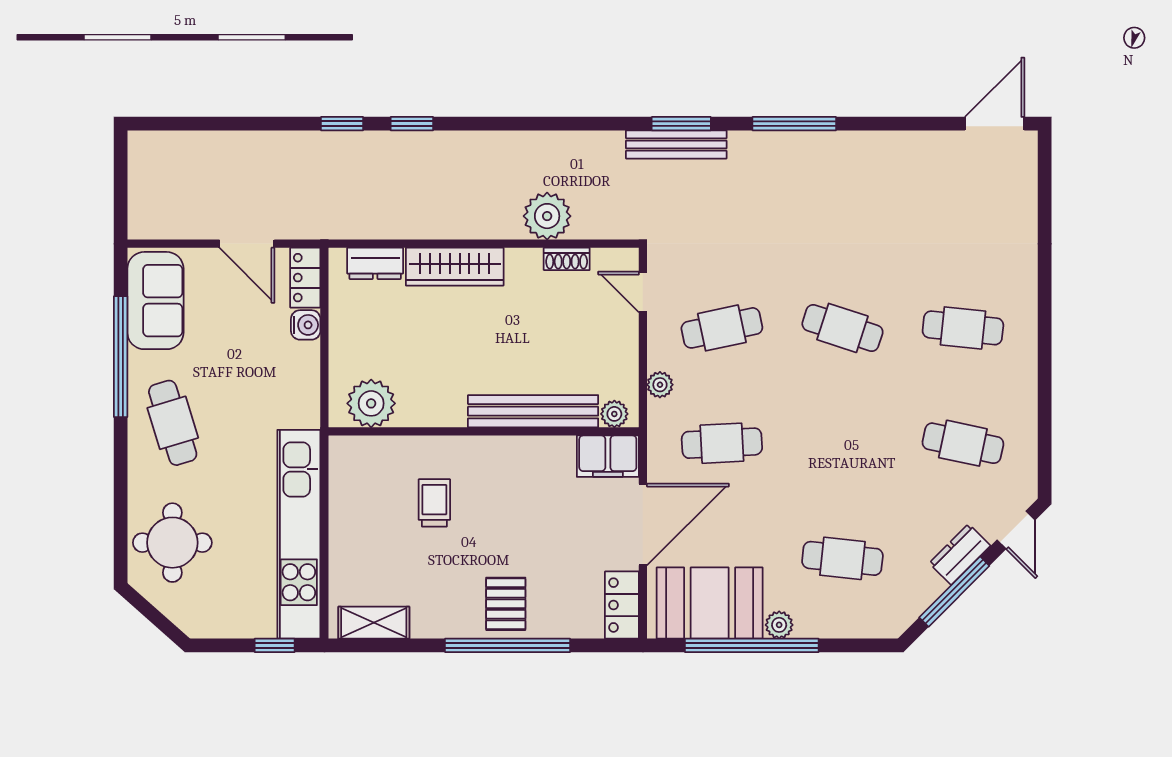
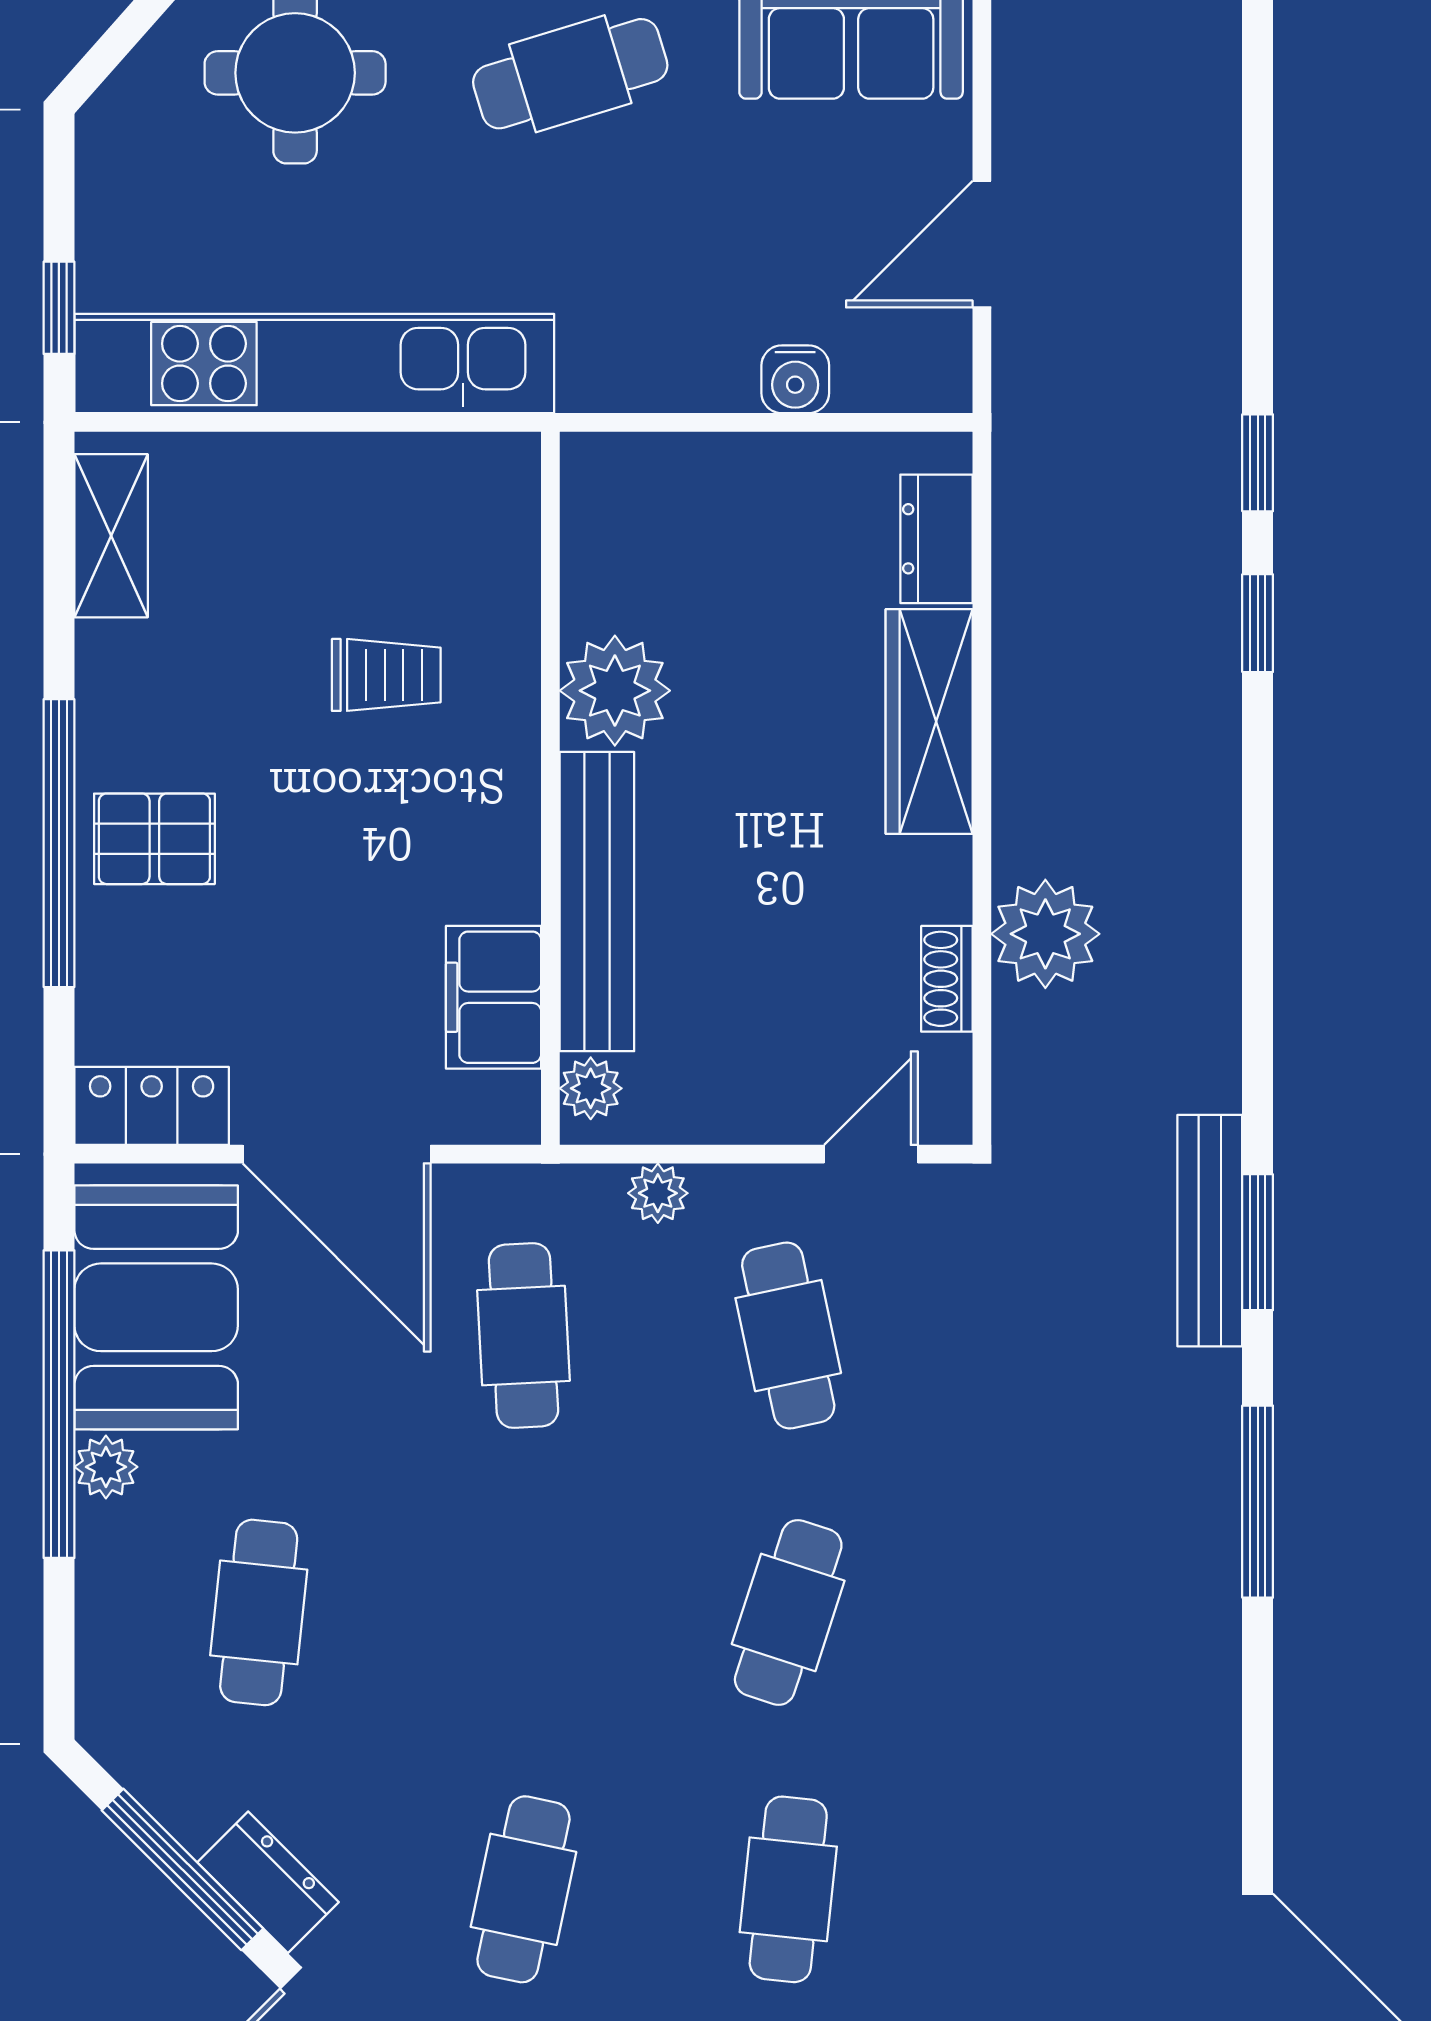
locker: (305, 278) -> (904, 378), removed
plant: (371, 403) -> (615, 691), moved
filing cabinet: (608, 456) -> (494, 997), moved

